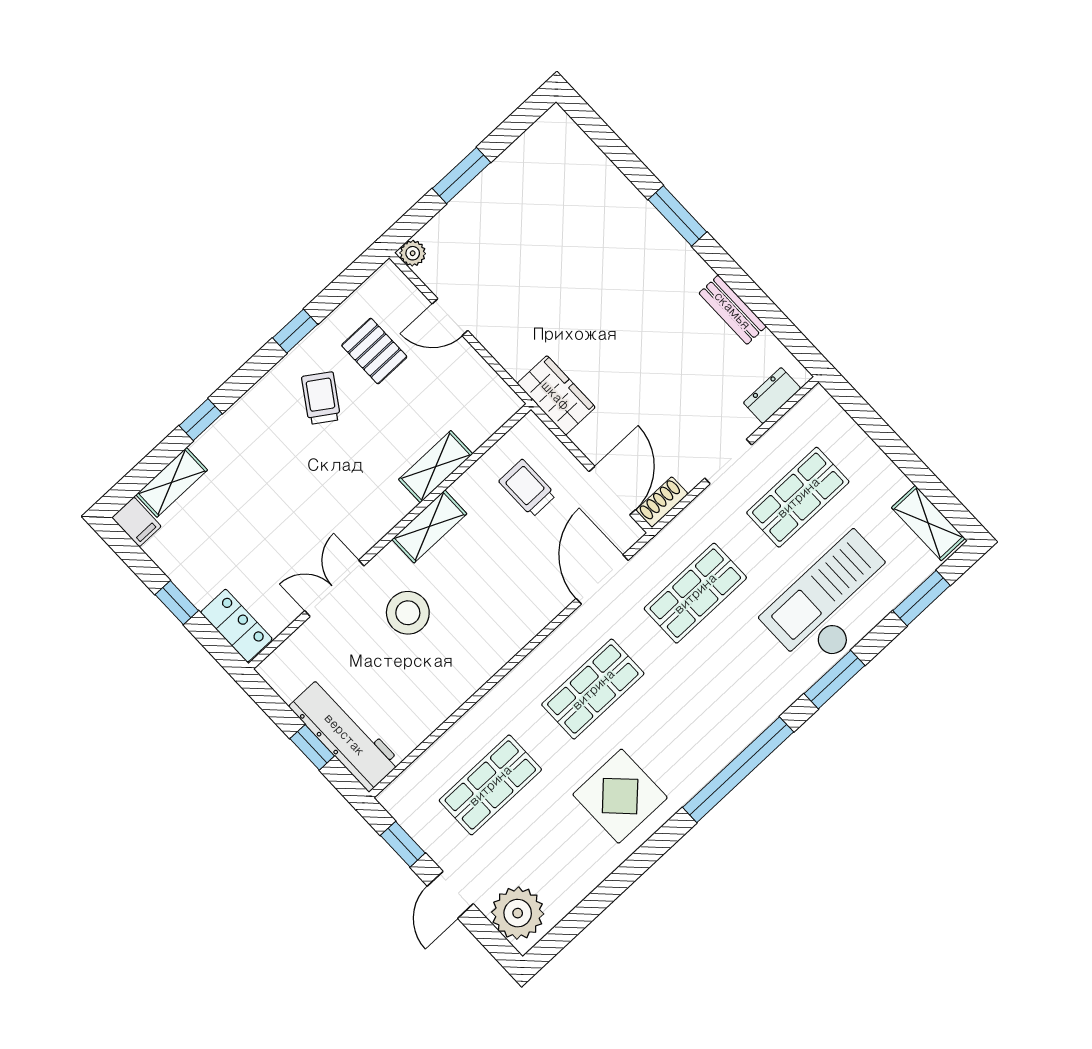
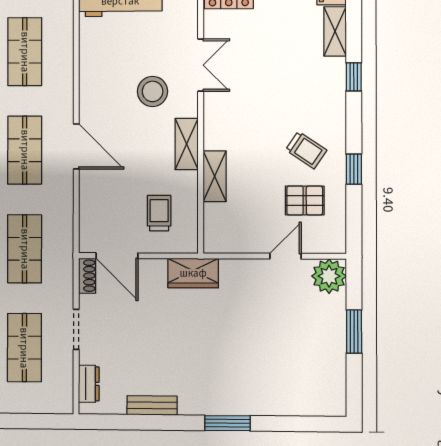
plant: (413, 253) -> (329, 276), width x1.88, depth x1.88
trolley: (527, 488) -> (159, 213), turned -90
door: (602, 579) -> (76, 146), moved

